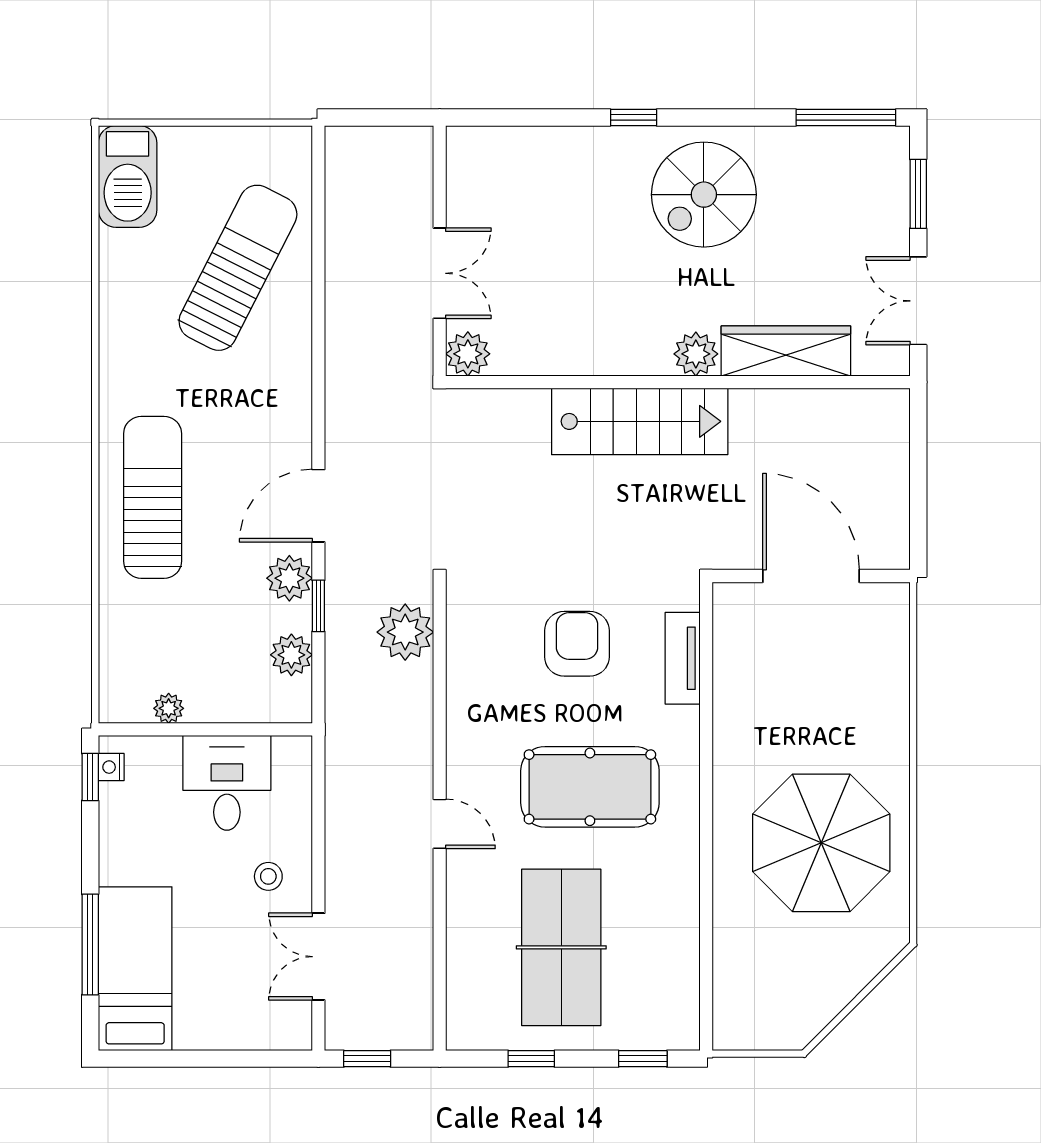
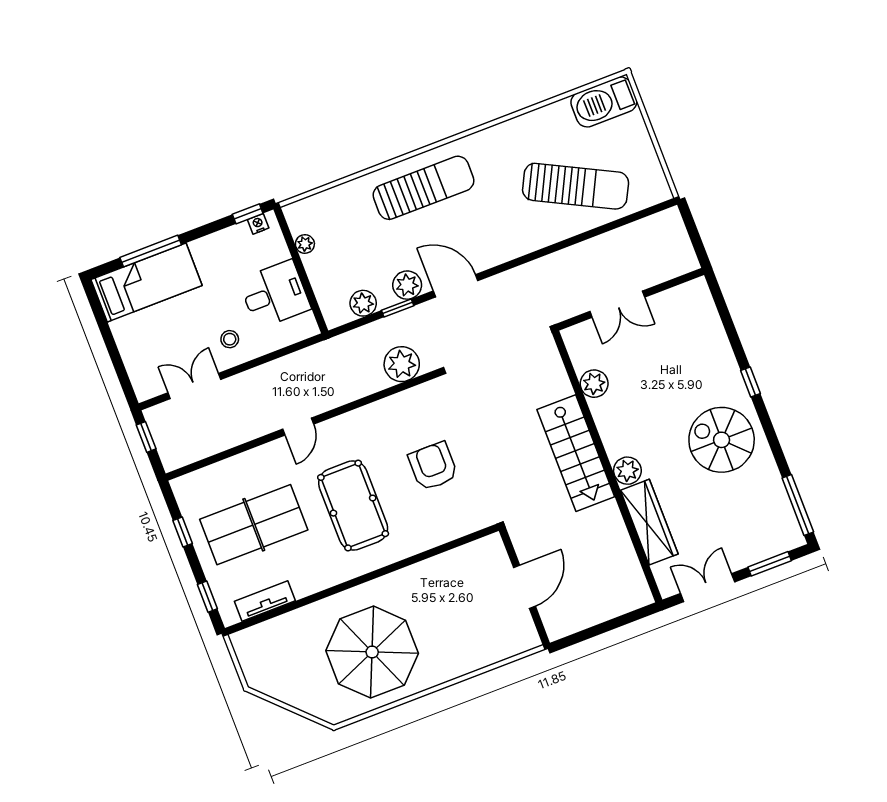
plant: (468, 354) -> (594, 384), moved
door: (811, 576) -> (524, 587), width x0.73
armchair: (577, 644) -> (433, 466), turned -90
tv unit: (683, 658) -> (265, 601), moved

